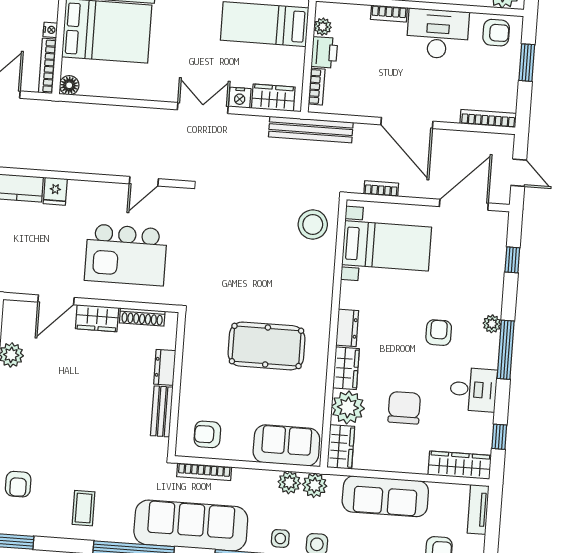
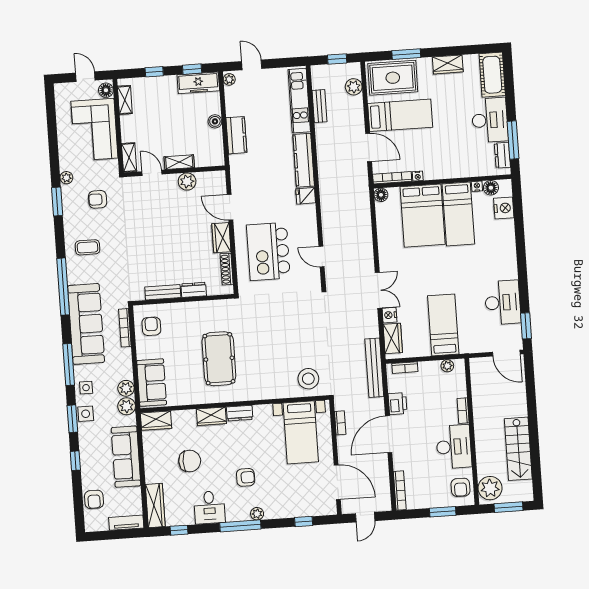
printer: (324, 52) -> (397, 404), moved, turned -90
plant: (348, 407) -> (184, 422), removed

